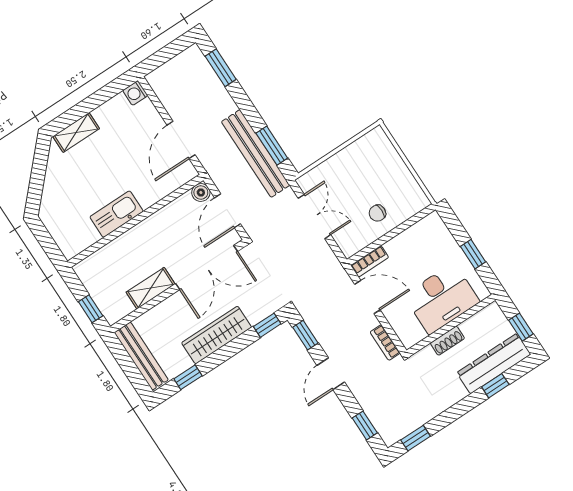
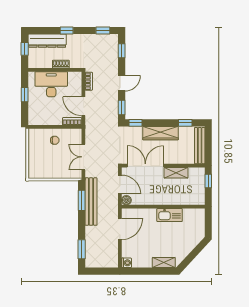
door: (228, 211) -> (120, 184), hinge flipped
window: (495, 386) -> (67, 30), moved

